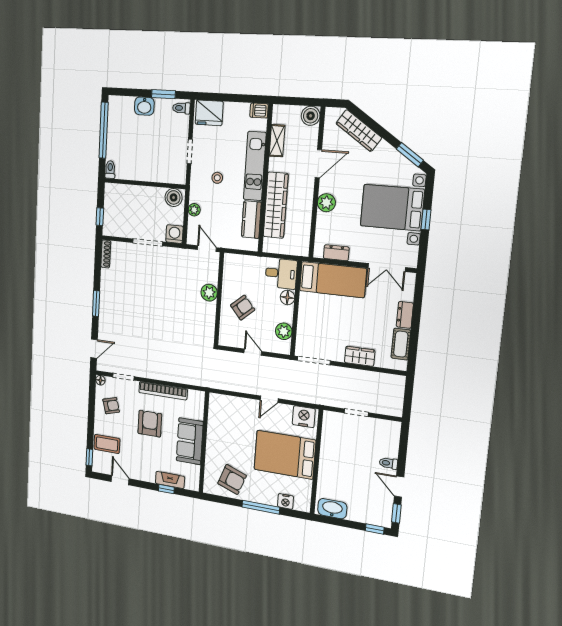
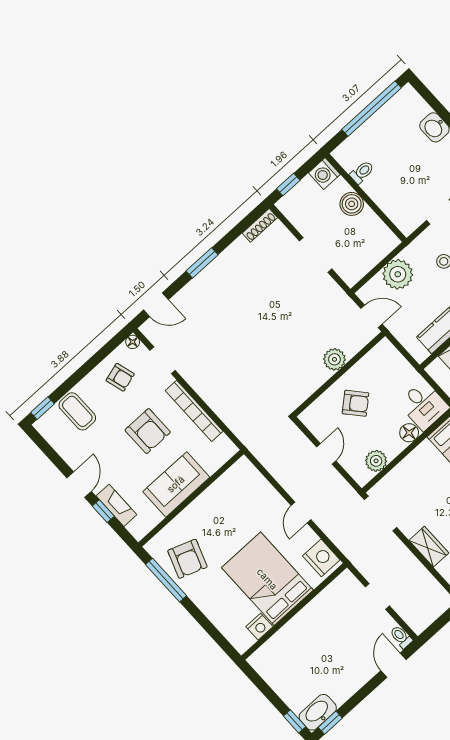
toilet: (110, 170) -> (362, 172), moved
boiler: (174, 197) -> (352, 204), moved
plant: (194, 210) -> (398, 274), width x1.88, depth x1.88
washing machine: (174, 234) -> (324, 174), moved, turned 180
door: (207, 249) -> (371, 316), hinge flipped
door: (269, 399) -> (301, 513), hinge flipped
armchair: (150, 424) -> (148, 431), turned 90
toilet: (388, 463) -> (401, 637), moved
door: (120, 480) -> (79, 485), moved
door: (399, 487) -> (394, 665), moved
nightstand: (286, 501) -> (259, 627), moved, turned -90
window: (261, 507) -> (166, 580), moved
washbasin: (332, 509) -> (318, 712), moved, turned -90

